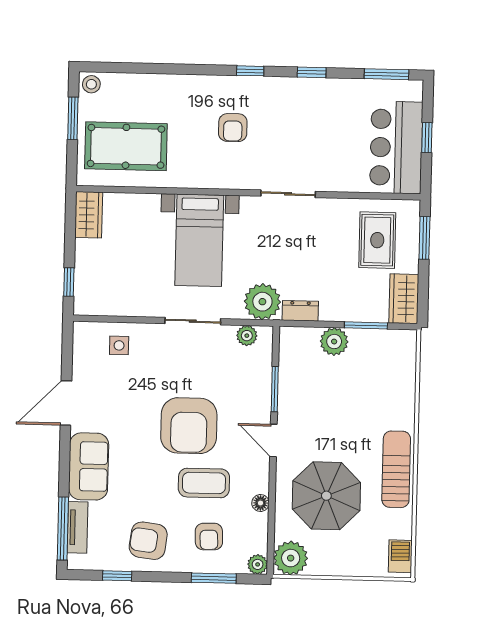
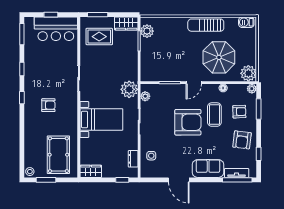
dresser: (300, 311) -> (133, 159), moved
plant: (334, 342) -> (147, 31), moved

